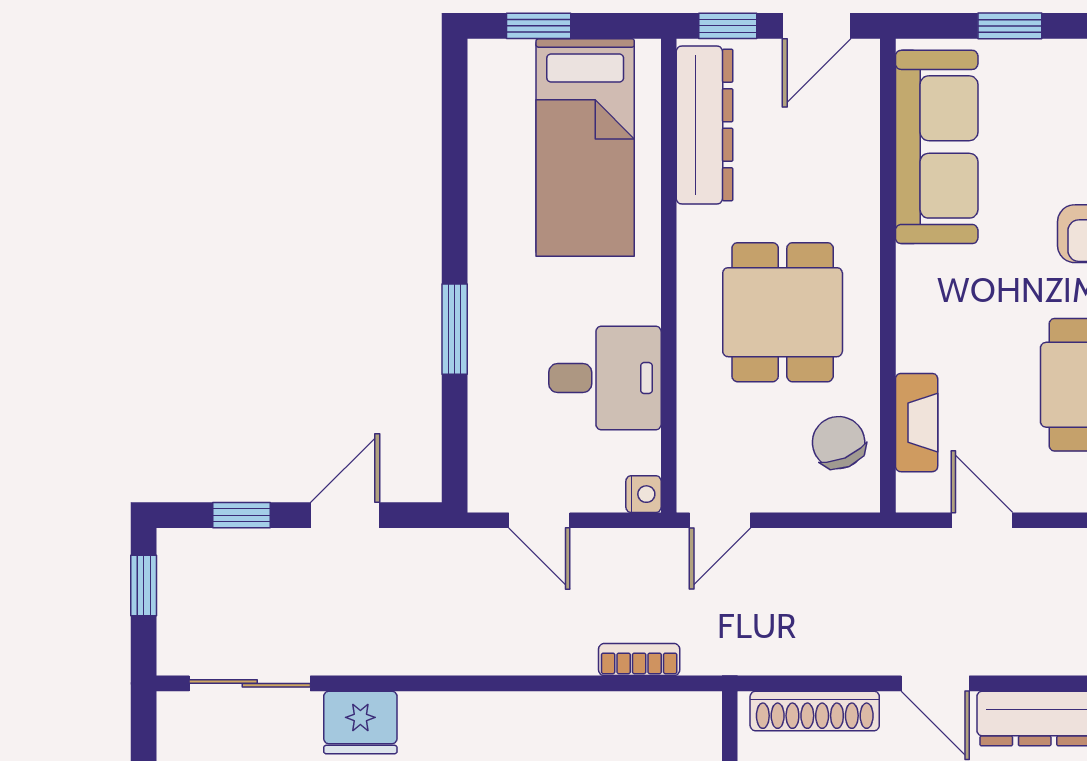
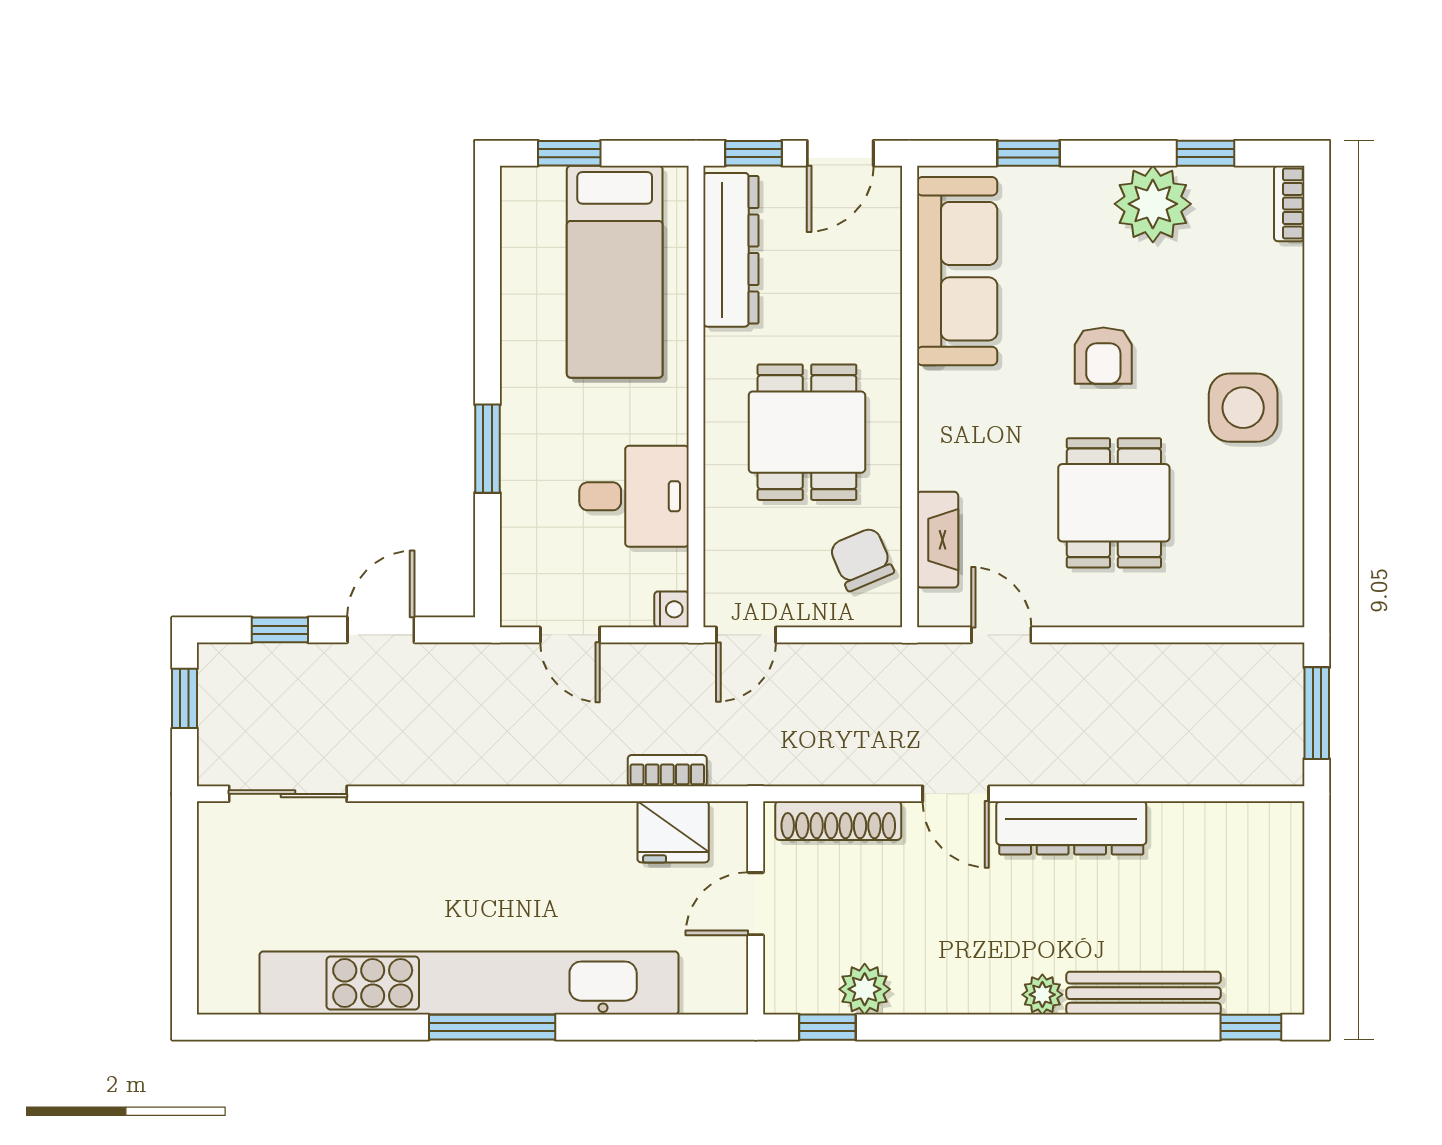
fridge: (360, 723) -> (673, 832), moved

